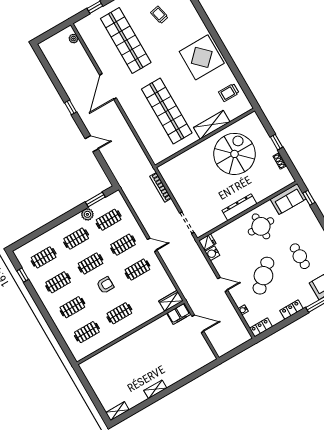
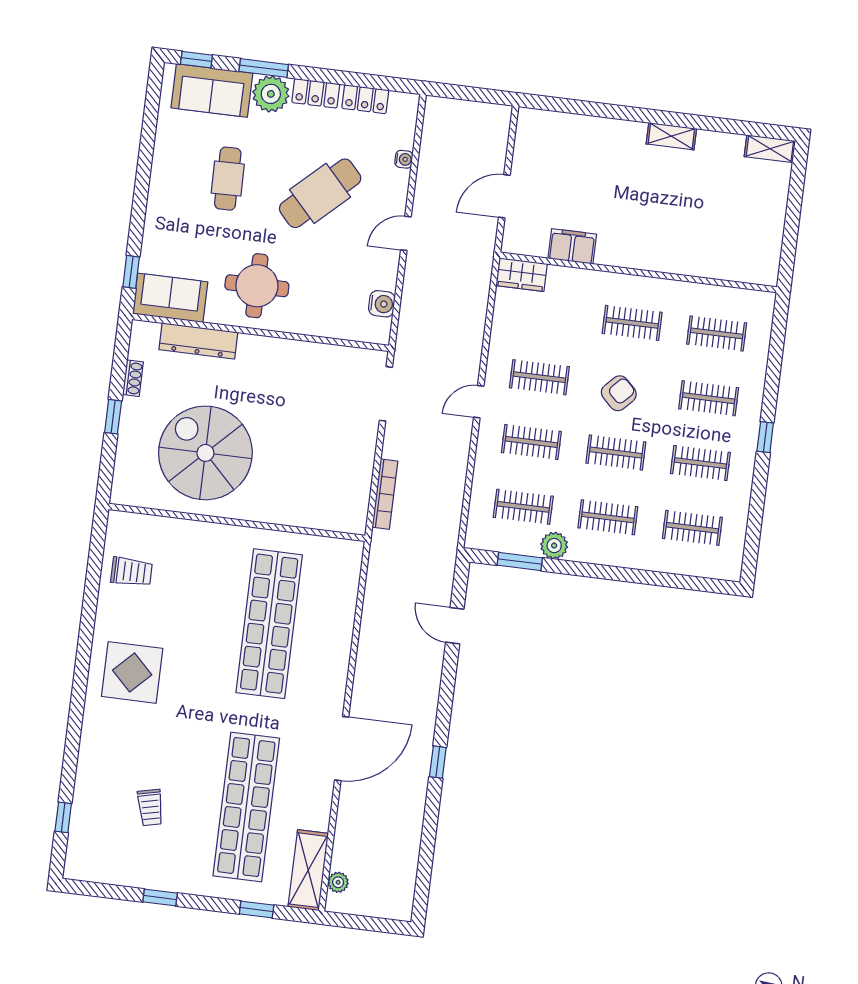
display table: (202, 57) -> (132, 672), width x0.73, depth x0.73
shelving: (212, 125) -> (308, 870), moved, turned 90
door: (92, 144) -> (455, 626), moved
spiral stairs: (234, 154) -> (205, 453), turned 90
dresser: (239, 207) -> (198, 341), moved
fridge: (207, 242) -> (375, 331), removed
door: (152, 245) -> (479, 402), hinge flipped
window: (23, 275) -> (765, 437), moved
door: (223, 284) -> (406, 233), hinge flipped
armchair: (105, 285) -> (619, 393), turned 134
plant: (307, 297) -> (271, 94), added
filing cabinet: (179, 314) -> (572, 246), moved
door: (198, 324) -> (504, 196), hinge flipped
locker: (261, 327) -> (365, 99), moved

